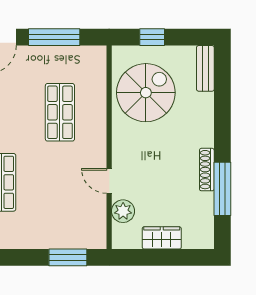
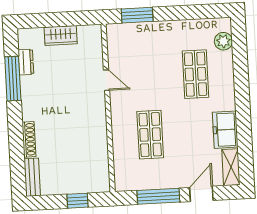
spiral stairs: (146, 93) -> (80, 155), removed
shoe rack: (207, 170) -> (29, 139), moved
dresser: (205, 208) -> (26, 62), added
plant: (123, 211) -> (94, 56), removed

